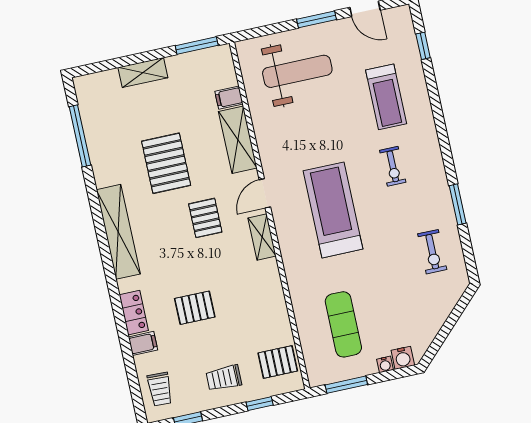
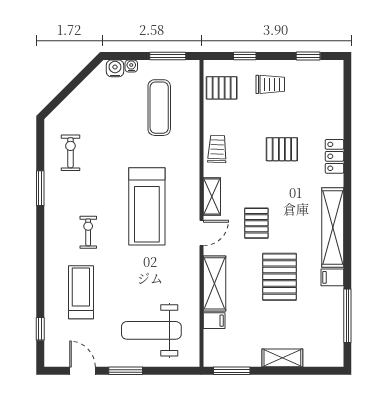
filing cabinet: (143, 343) -> (332, 277), moved
trolley: (160, 389) -> (217, 149), moved

